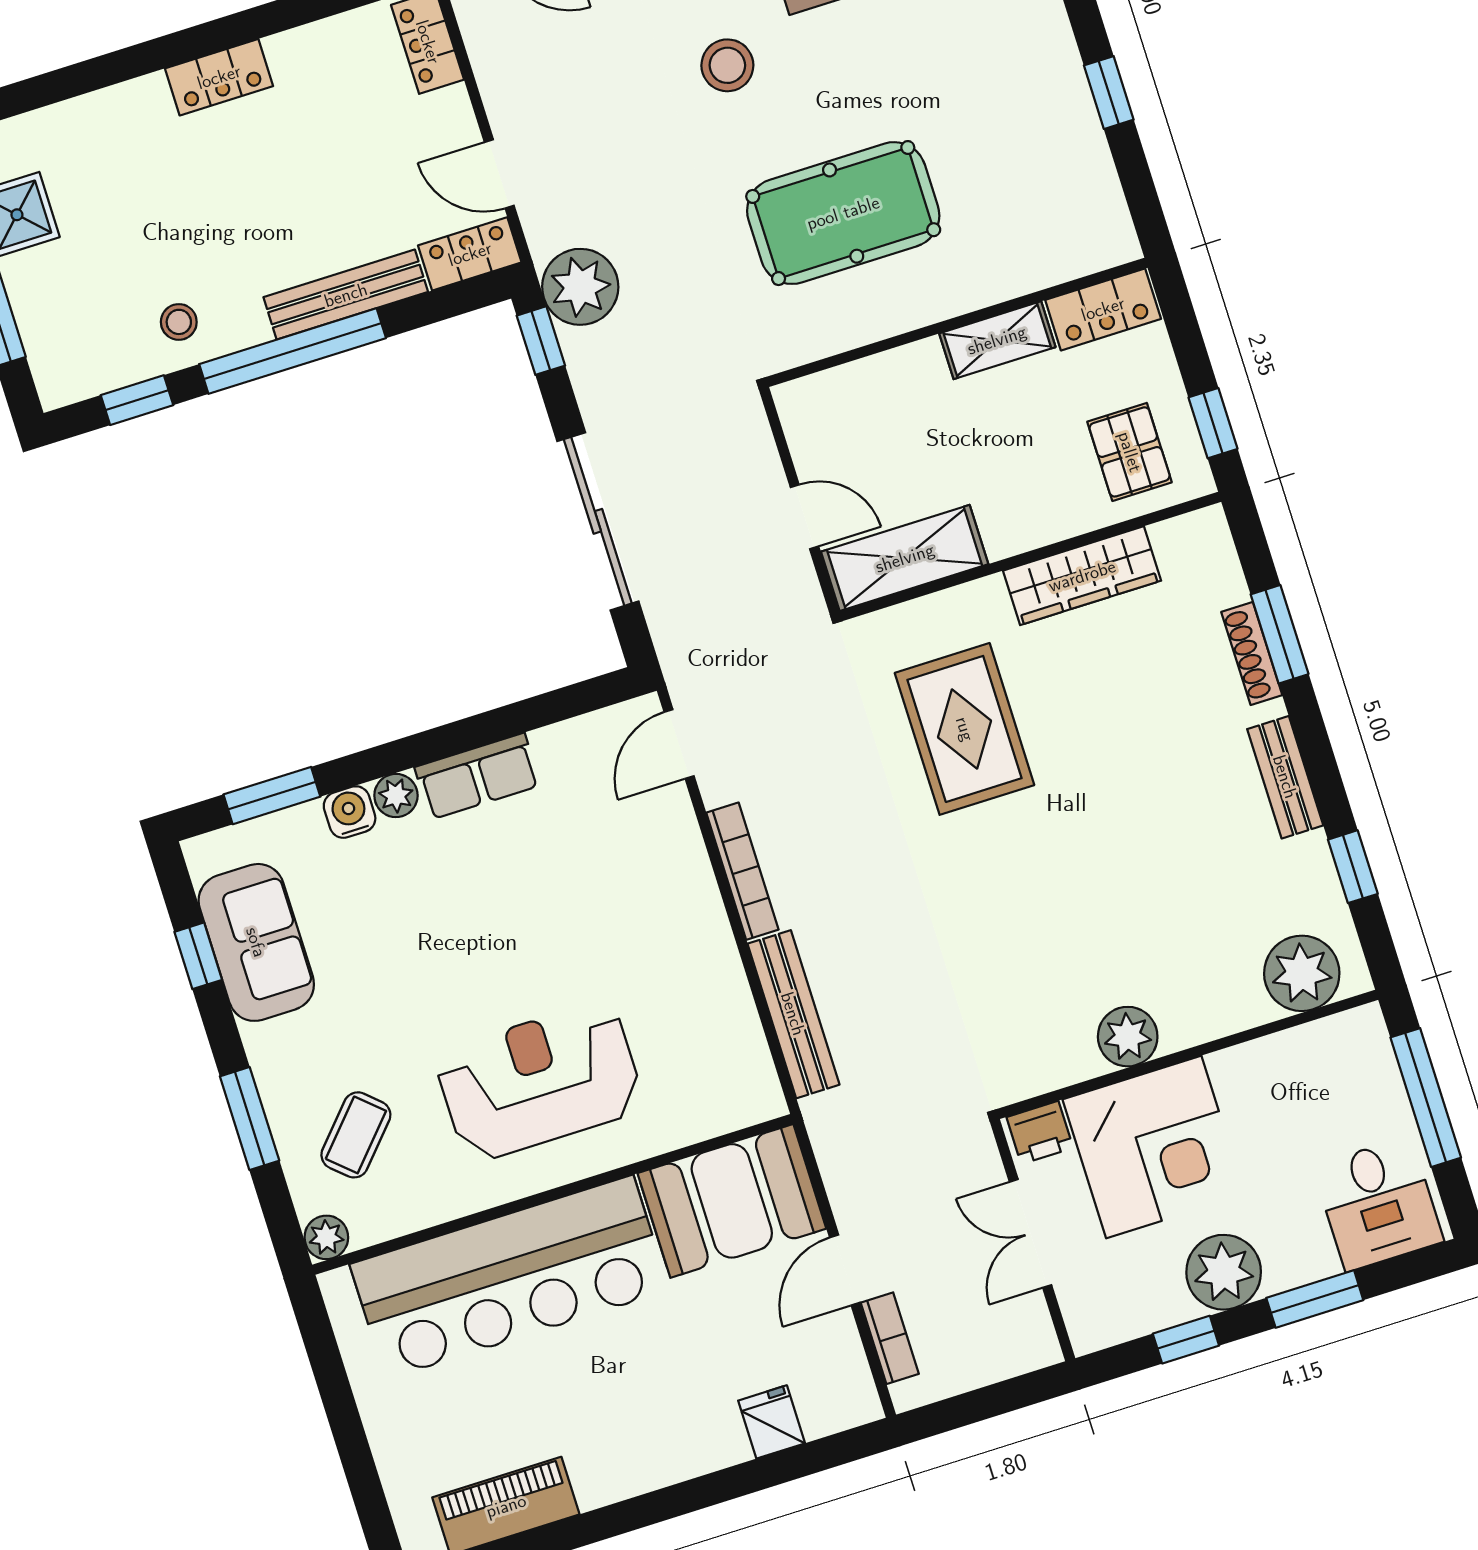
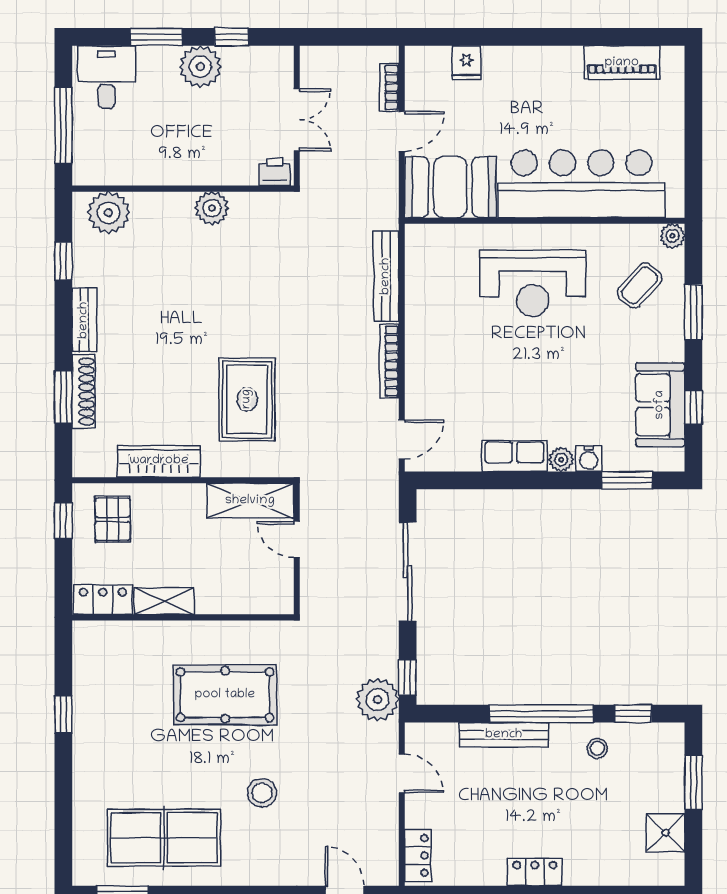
locker: (470, 254) -> (431, 736), removed
shoe rack: (1252, 653) -> (84, 391), width x1.36, depth x1.24
corner desk: (1154, 1147) -> (216, 145), removed

